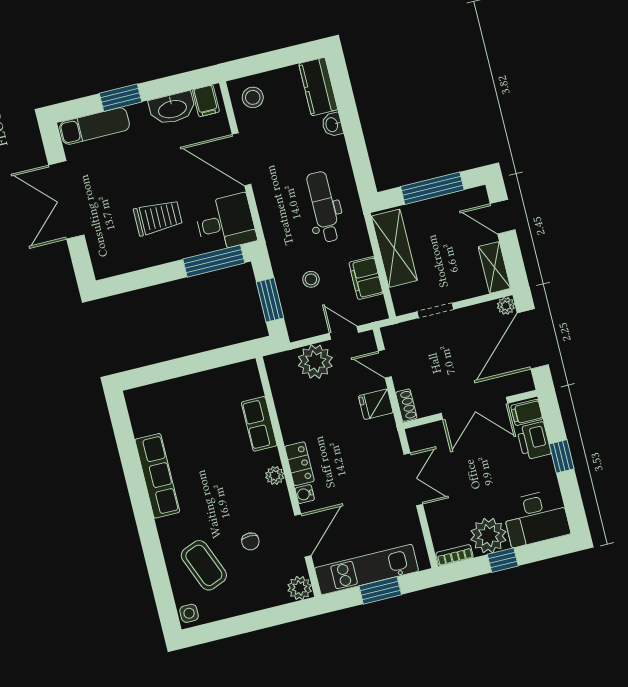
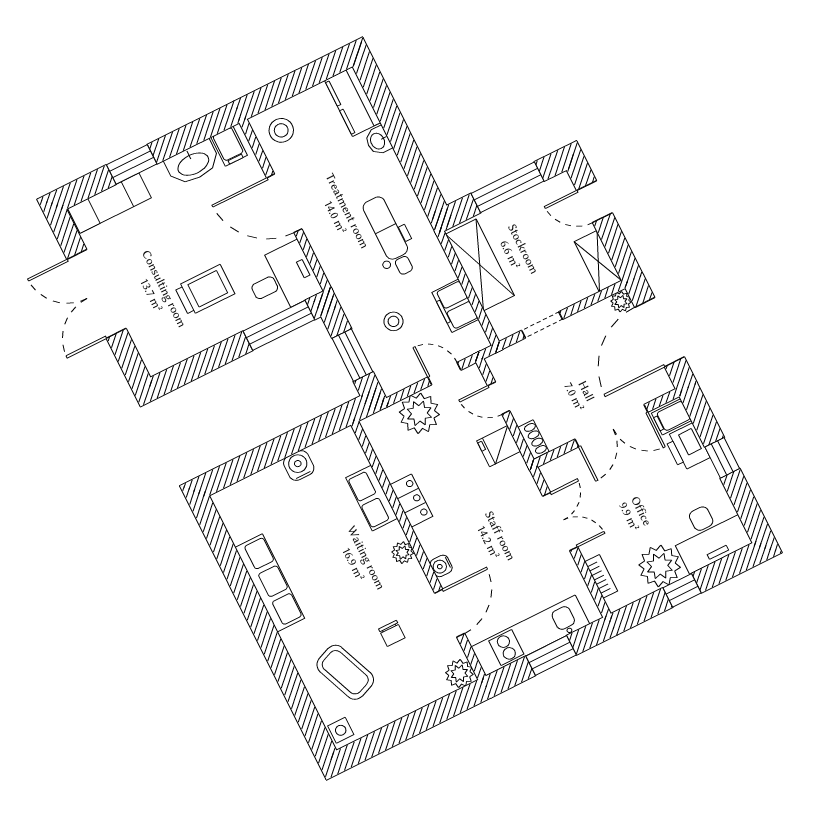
water cooler: (204, 383) -> (299, 465), added
locker: (299, 464) -> (411, 501), moved
bookcase: (455, 555) -> (601, 576), moved, turned 90

